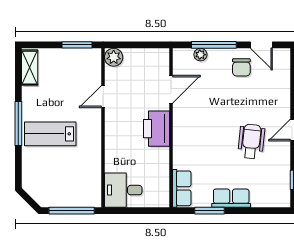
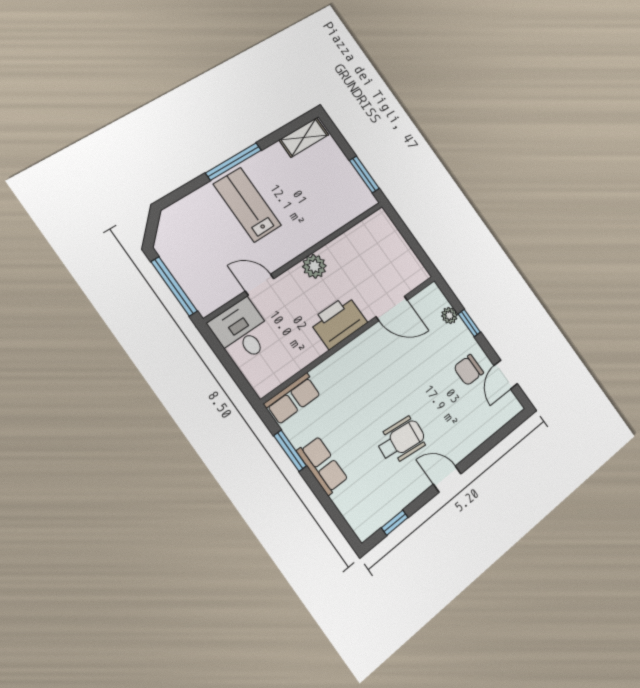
window: (214, 45) -> (469, 323), width x0.46
plant: (114, 57) -> (314, 266), moved
door: (103, 97) -> (260, 285), moved

